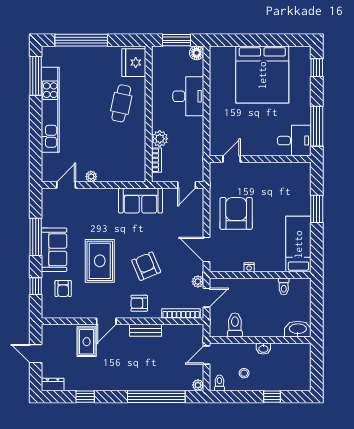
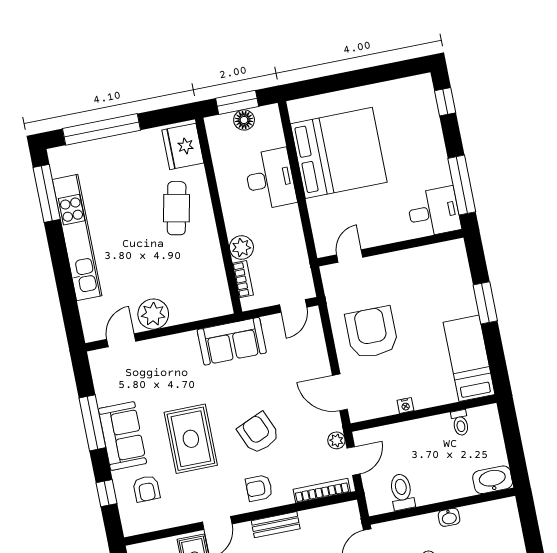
floor lamp: (197, 53) -> (244, 120), moved
bed: (262, 75) -> (339, 153), moved, turned -90
plant: (91, 177) -> (153, 314), width x1.88, depth x1.88

